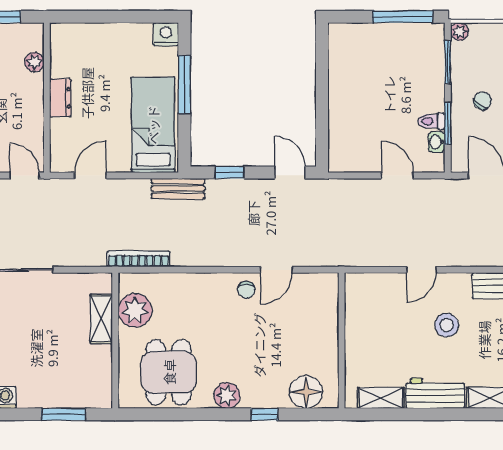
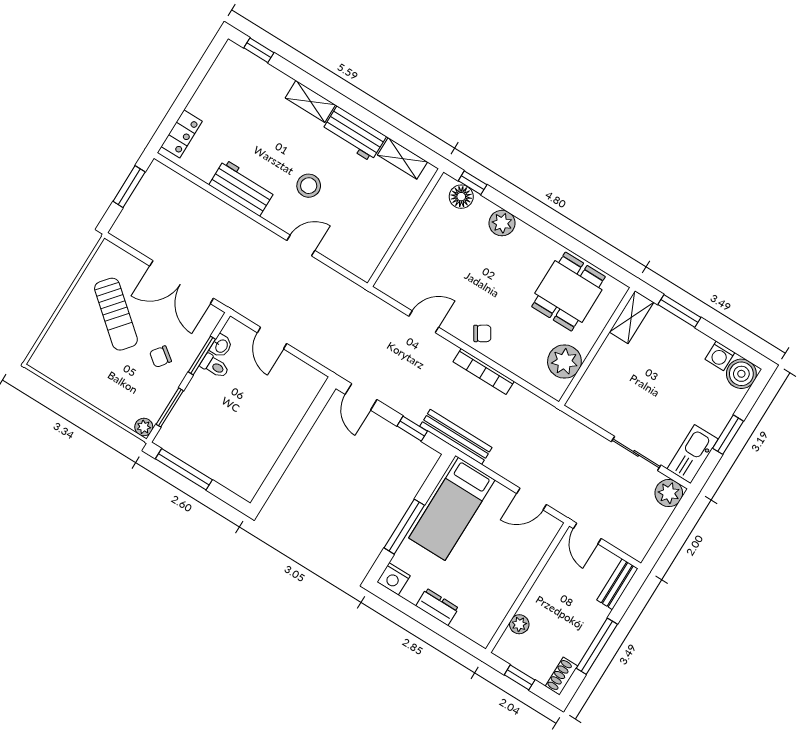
dresser: (60, 98) -> (437, 607), moved, turned 90
bench: (178, 189) -> (456, 437), width x1.36
bookcase: (139, 259) -> (484, 372), moved
chair: (246, 290) -> (482, 333), moved, turned 58
shelving: (101, 319) -> (631, 317), moved
floor lamp: (306, 392) -> (461, 197), width x0.73, depth x0.73
plant: (227, 396) -> (502, 223), moved
window: (264, 414) -> (473, 183), moved

